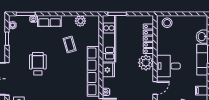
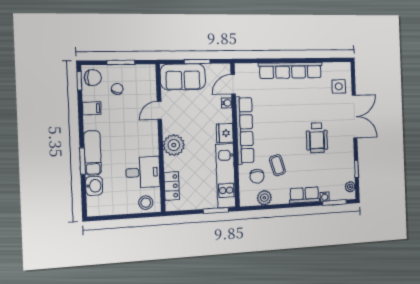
chair: (85, 37) -> (257, 176), added
locker: (148, 39) -> (172, 186), width x0.66
desk: (168, 66) -> (143, 172), moved

